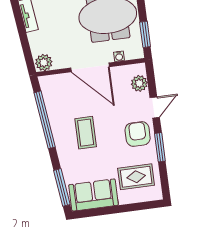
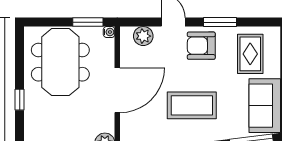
water cooler: (119, 56) -> (109, 32), moved
coffee table: (86, 133) -> (192, 105), width x1.36, depth x1.32

